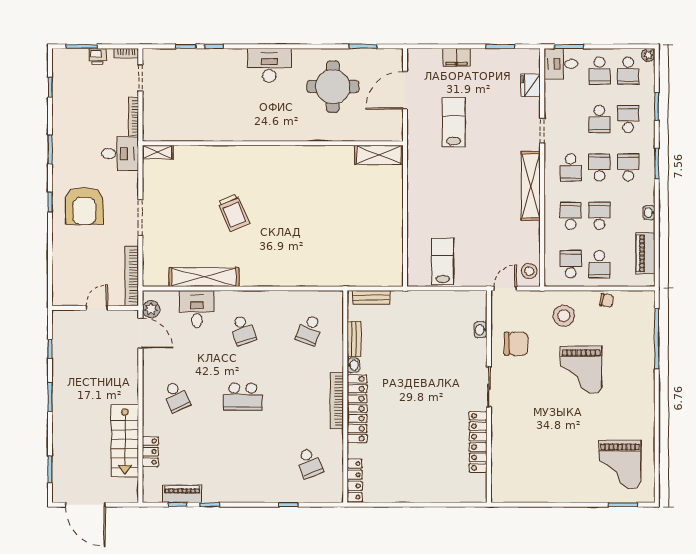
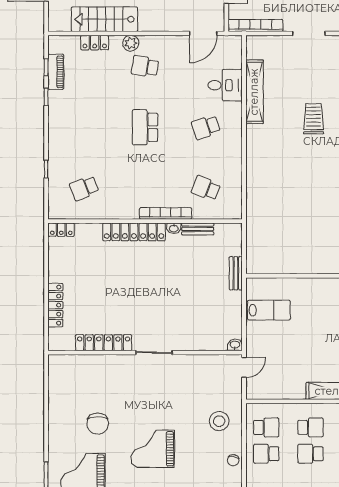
trolley: (234, 213) -> (314, 119), turned 113
school desk: (599, 216) -> (310, 454), turned 180
stool: (529, 271) -> (260, 389), removed
door: (505, 288) -> (244, 367), hinge flipped
bench: (371, 297) -> (236, 273), moved
plant: (151, 309) -> (131, 43), moved
washbasin: (481, 330) -> (235, 345), moved
chair: (516, 344) -> (98, 424), moved
grand piano: (581, 370) -> (153, 449), moved
school desk: (176, 397) -> (145, 66), turned 33
bookcase: (337, 401) -> (166, 213), moved
locker: (355, 480) -> (61, 230), width x0.66
locker: (437, 495) -> (55, 305), added

